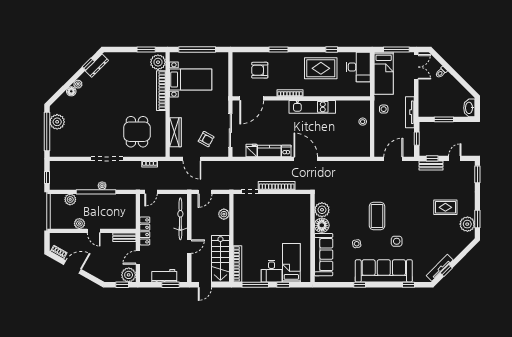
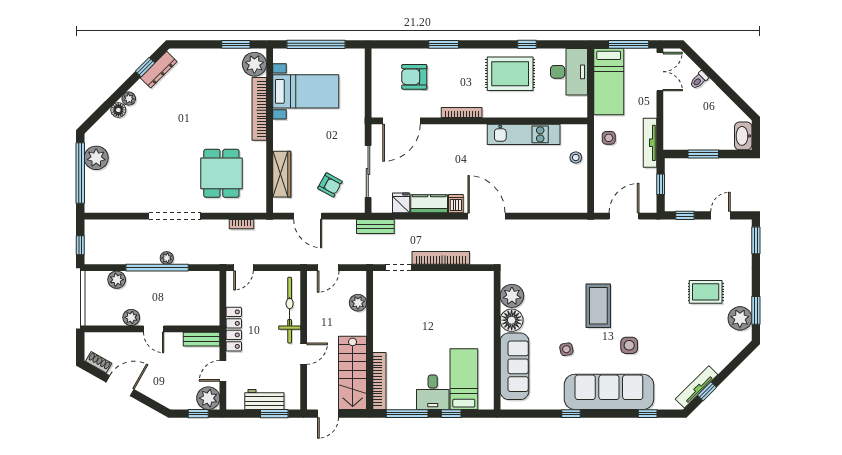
kitchen unit: (312, 107) -> (524, 134), moved
bench: (431, 166) -> (375, 226), moved

